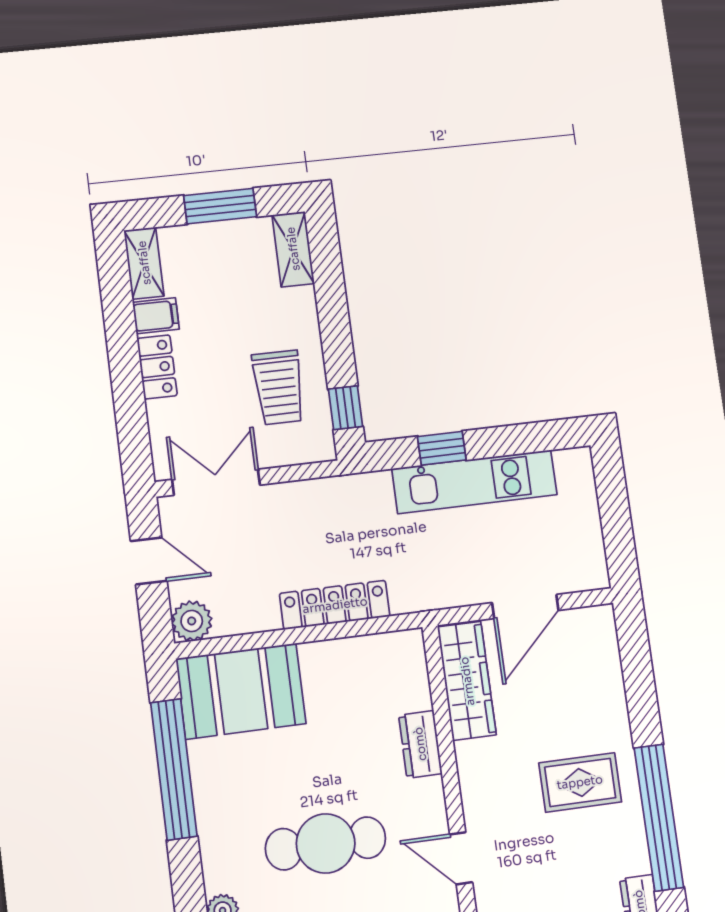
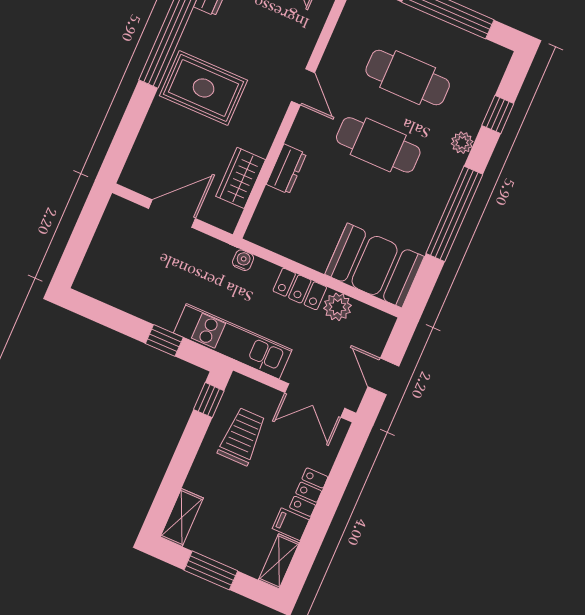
kitchen unit: (475, 482) -> (233, 341), moved
water cooler: (406, 601) -> (243, 260), added
locker: (335, 605) -> (300, 289), width x0.66
plant: (192, 621) -> (337, 307), moved
wardrobe: (467, 681) -> (241, 178), width x0.67
window: (174, 769) -> (454, 214), moved
rug: (580, 782) -> (204, 88), width x1.36, depth x1.43

